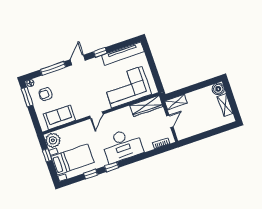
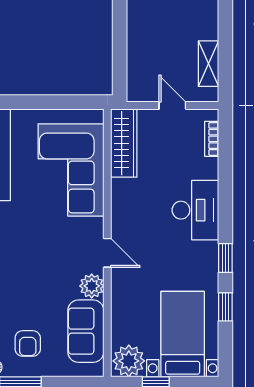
shelving: (176, 102) -> (209, 64), moved
plant: (80, 113) -> (92, 286), added
desk: (122, 145) -> (195, 210), width x0.73, depth x0.77

